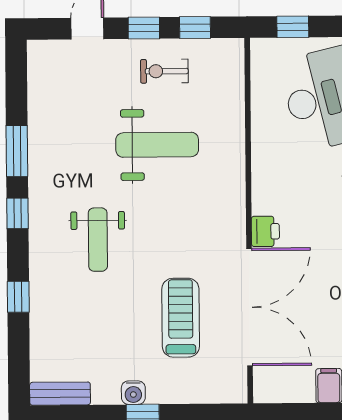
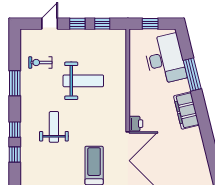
exercise bike: (164, 71) -> (40, 62), moved
window: (17, 213) -> (15, 130), moved
weight bench: (98, 240) -> (54, 127), turned 180

